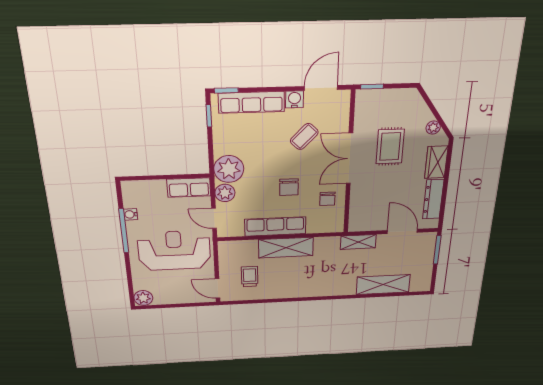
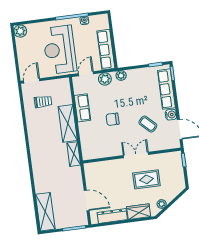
double door: (350, 159) -> (136, 155), width x0.73
plant: (229, 169) -> (121, 75), width x0.53, depth x0.53
row of seats: (189, 188) -> (106, 50), width x1.48
chair: (327, 199) -> (107, 146), removed
row of seats: (275, 226) -> (82, 108), width x0.68
door: (402, 231) -> (87, 200), hinge flipped
shelving: (358, 242) -> (74, 154), moved
reception desk: (174, 251) -> (60, 50), turned 180
shelving: (383, 285) -> (45, 212), moved

